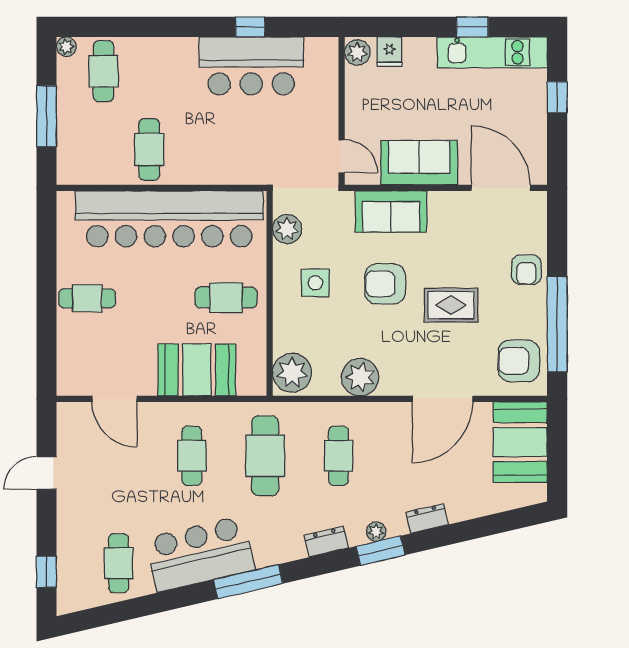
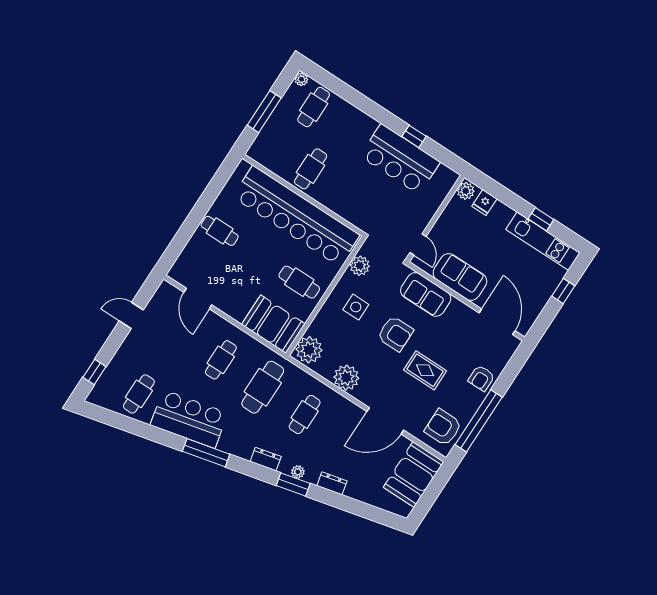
armchair: (385, 284) -> (395, 334), turned 180
booth: (197, 370) -> (273, 324), moved

